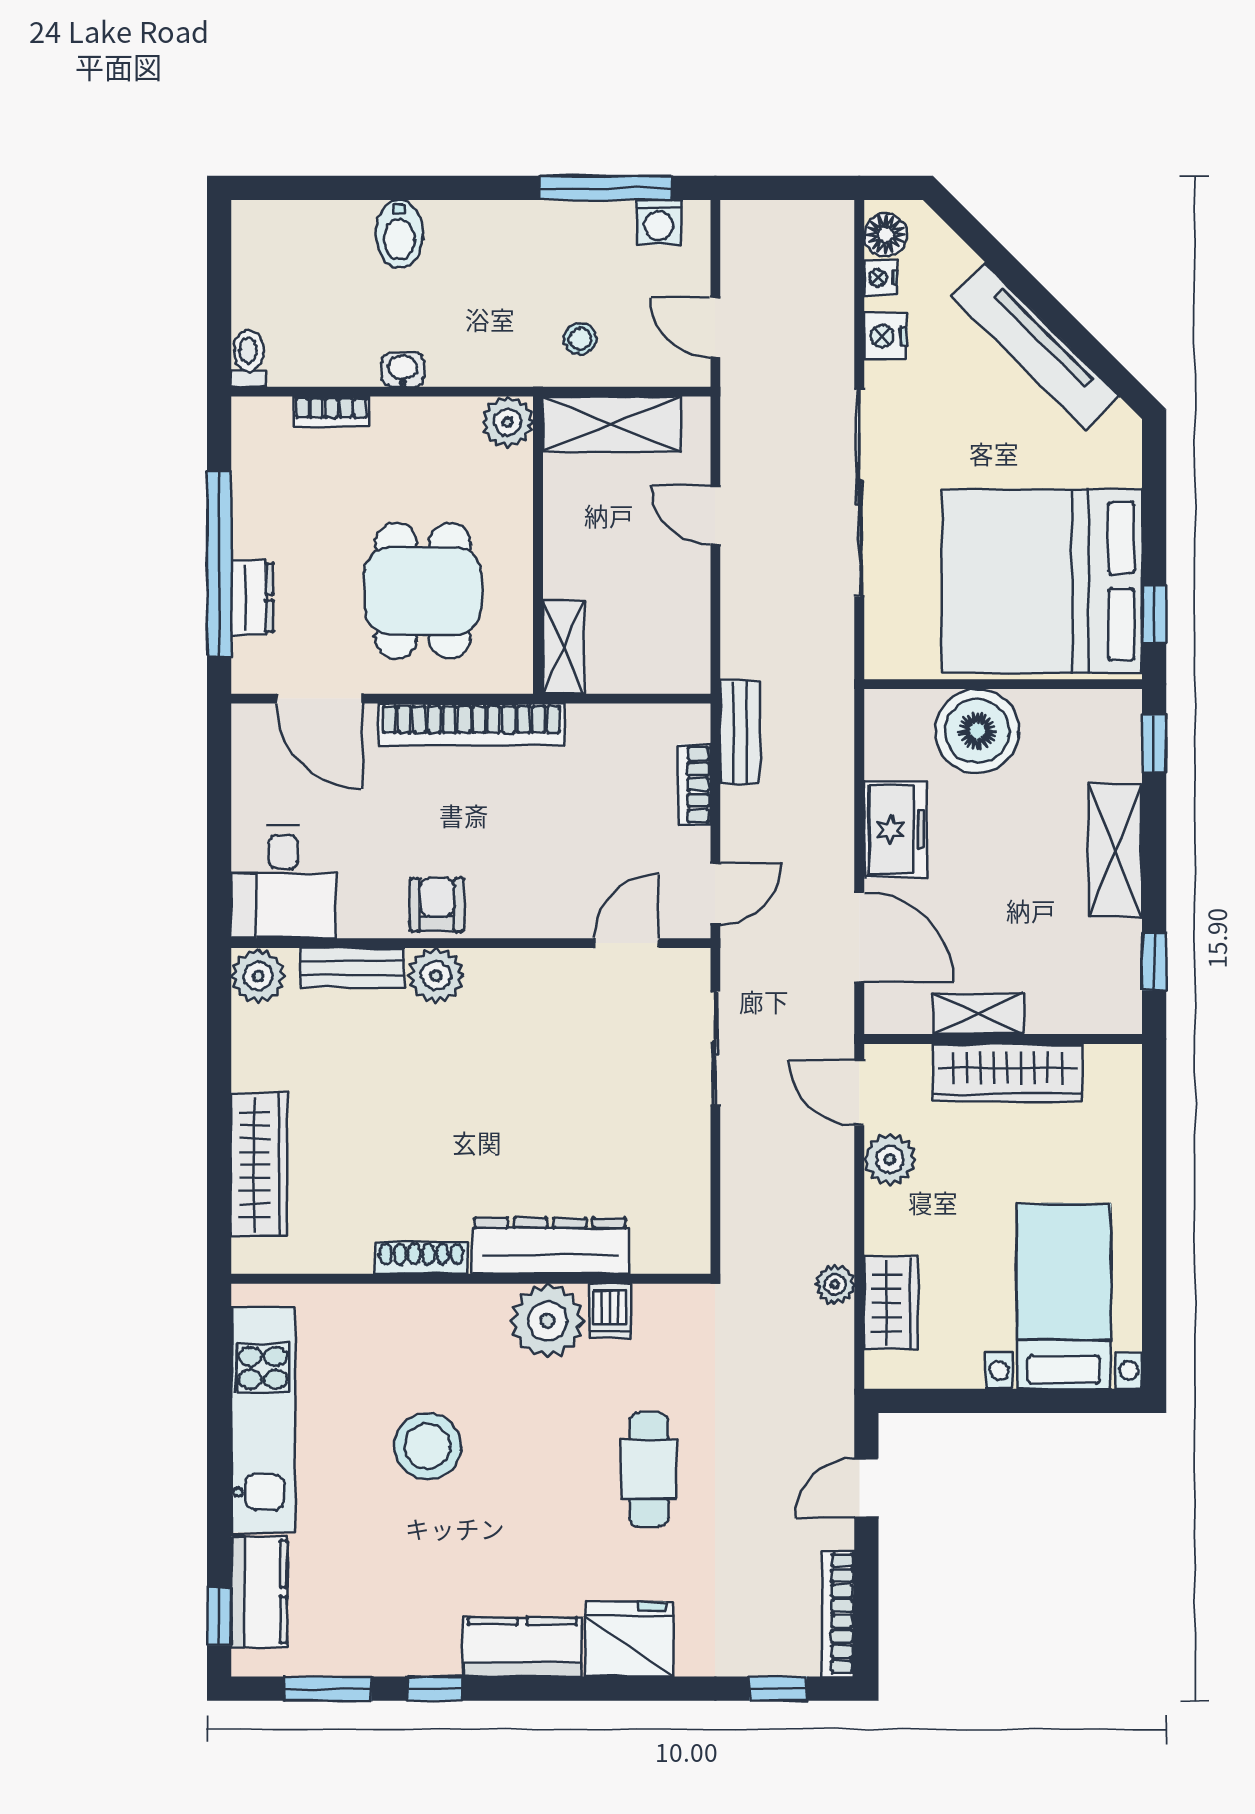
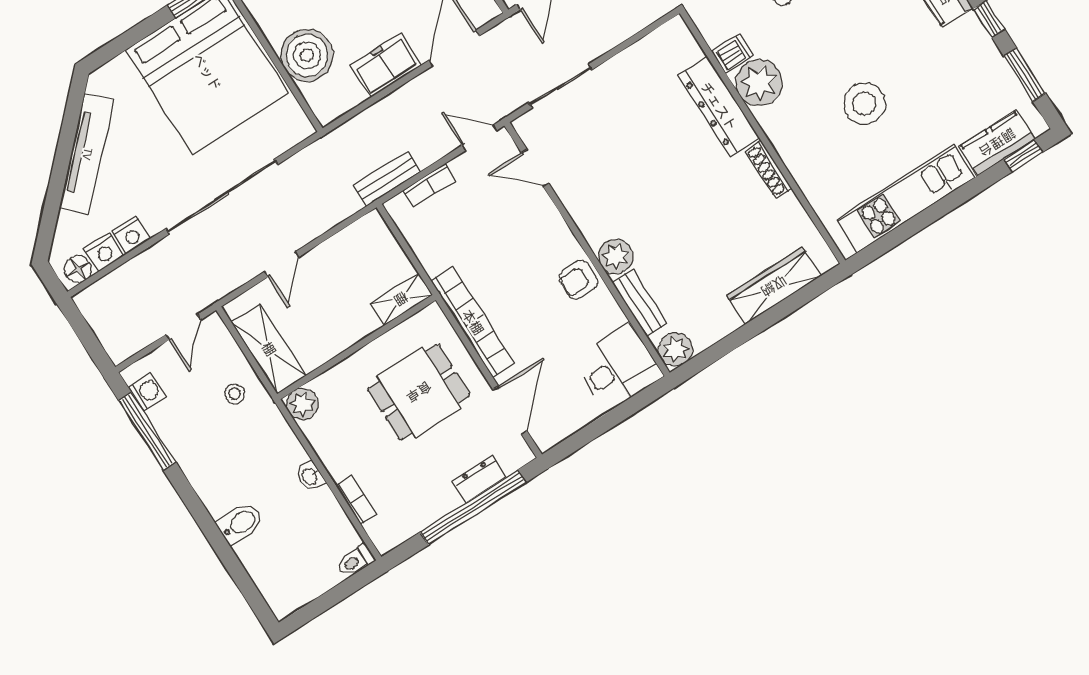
nightstand: (881, 278) -> (104, 252), width x1.39, depth x1.35

